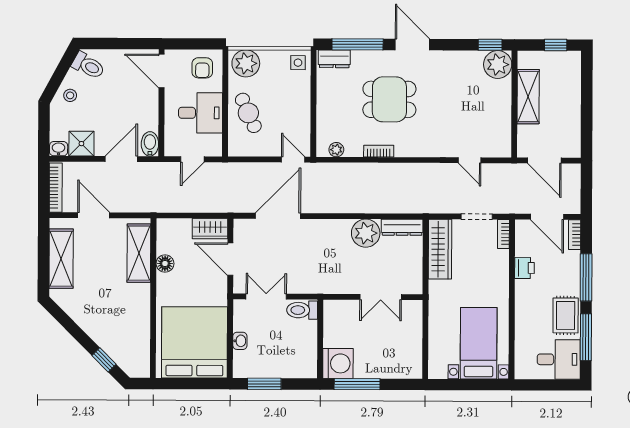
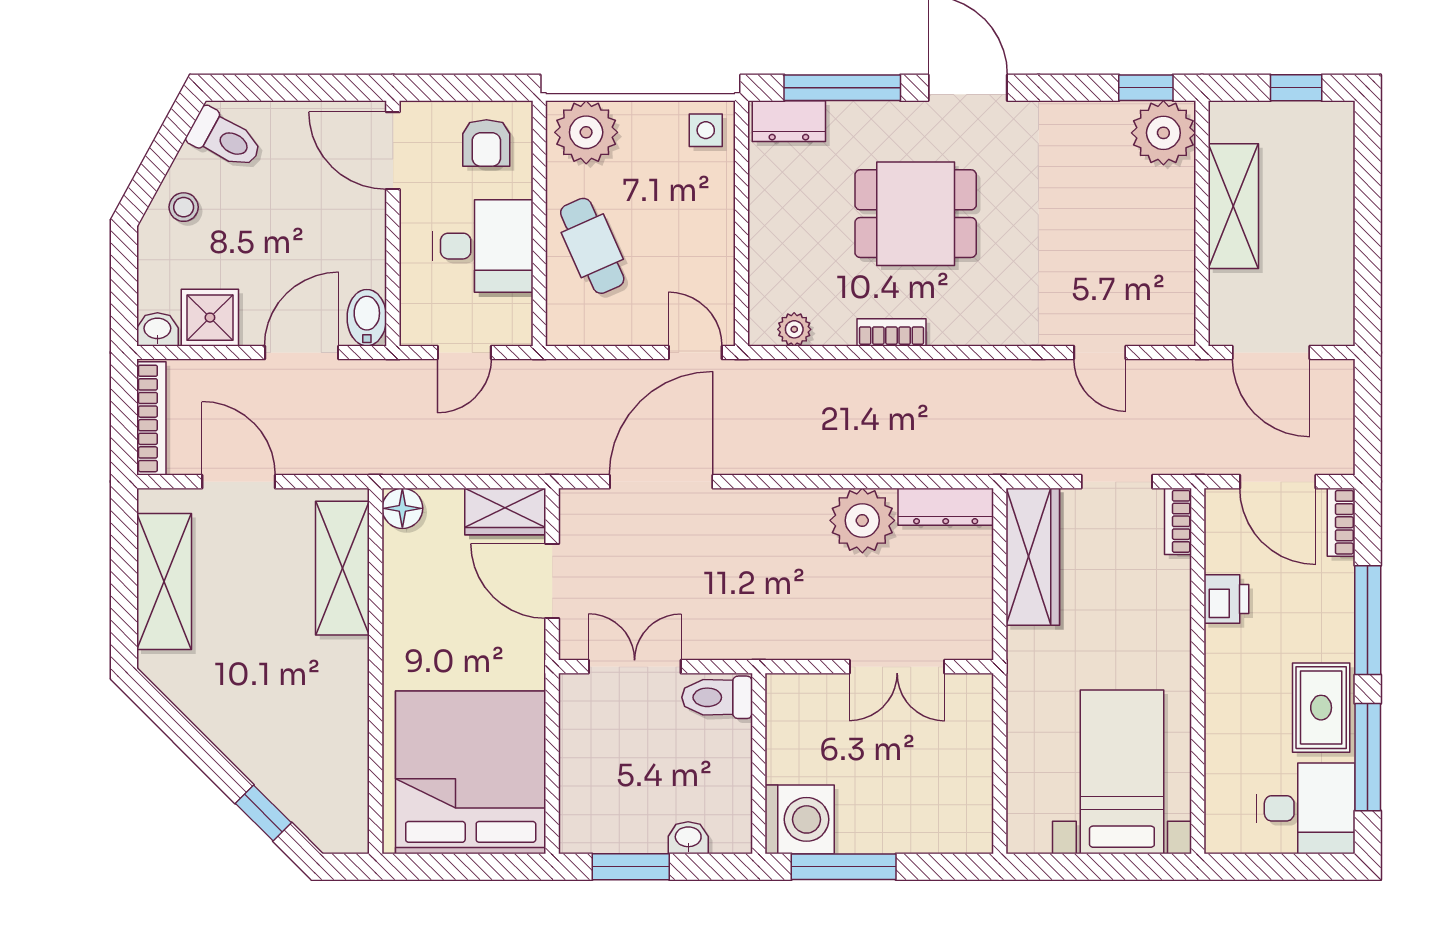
floor lamp: (165, 264) -> (402, 508), moved
washbasin: (240, 341) -> (688, 838), moved, turned -90

